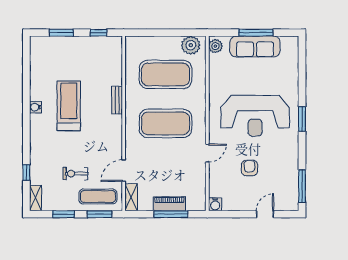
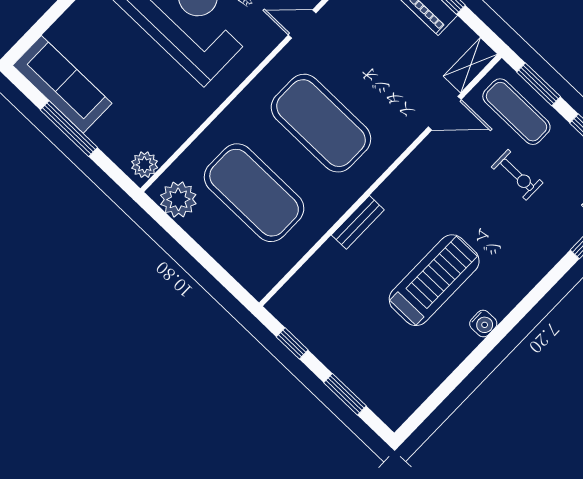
sofa: (255, 46) -> (62, 84), moved
treadmill: (69, 106) -> (434, 280), turned 180

